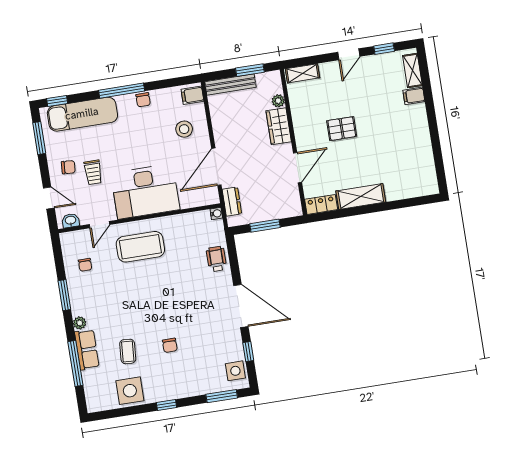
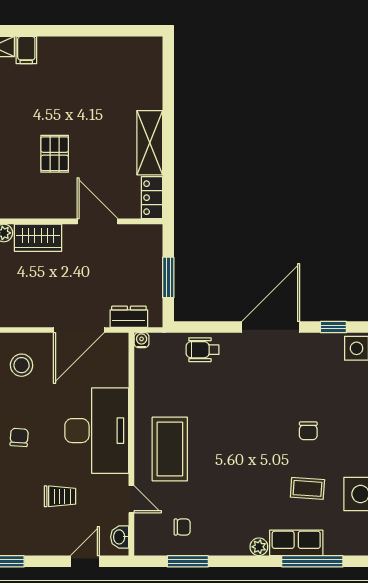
chair: (68, 167) -> (19, 437), moved
door: (216, 167) -> (79, 330), hinge flipped
window: (64, 295) -> (188, 561), moved
chair: (170, 345) -> (308, 431), turned 90

